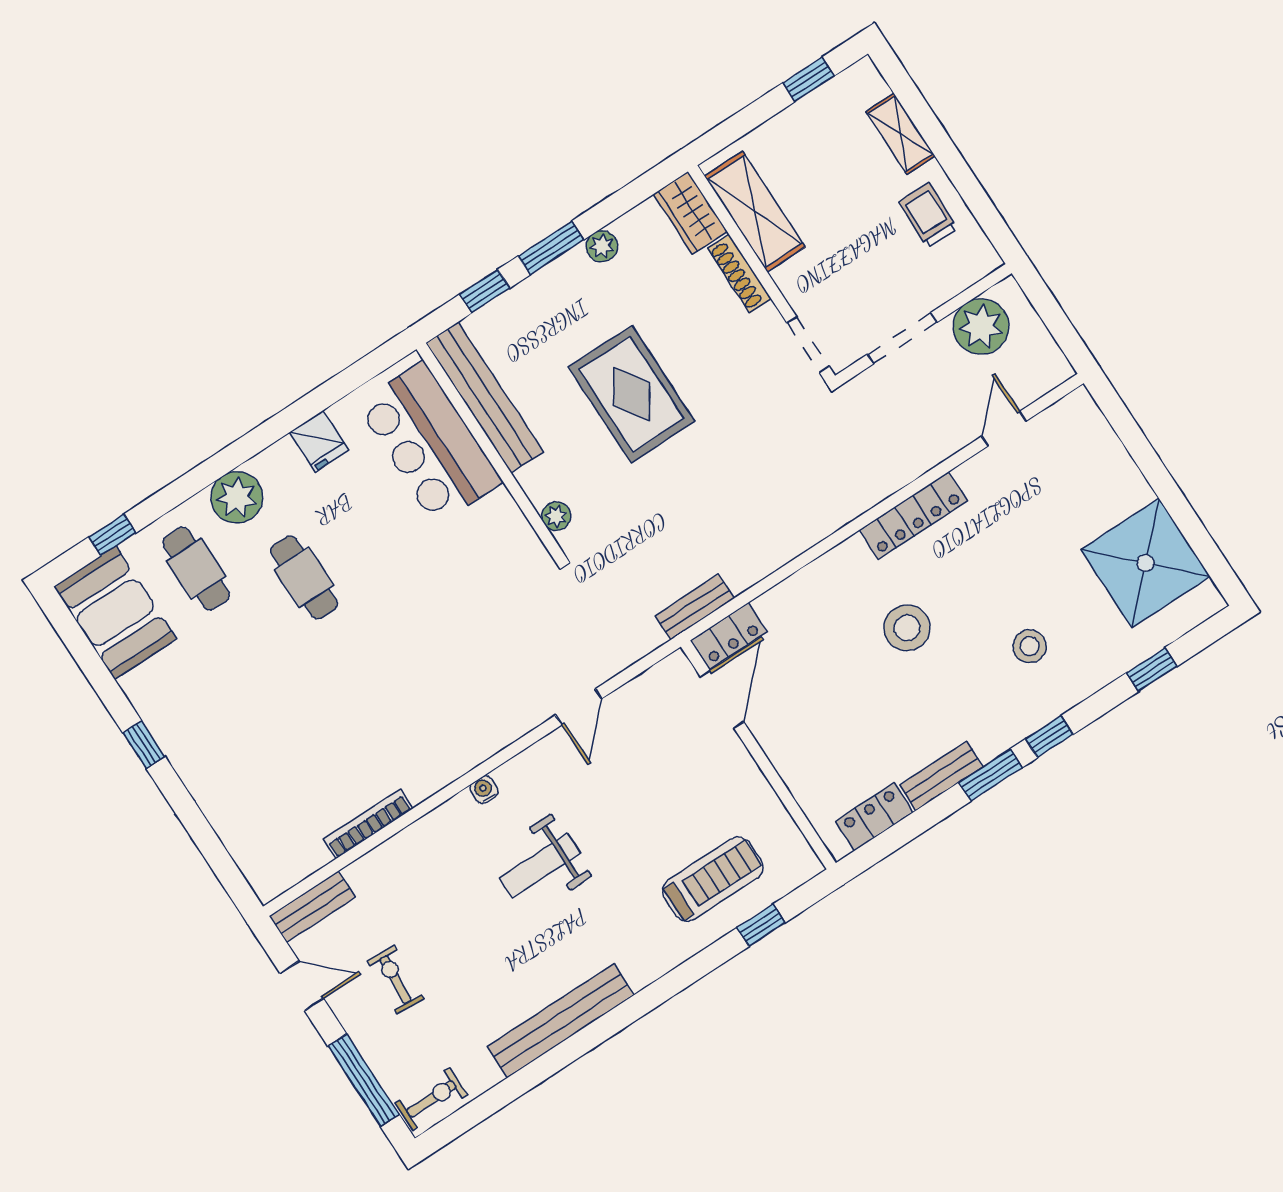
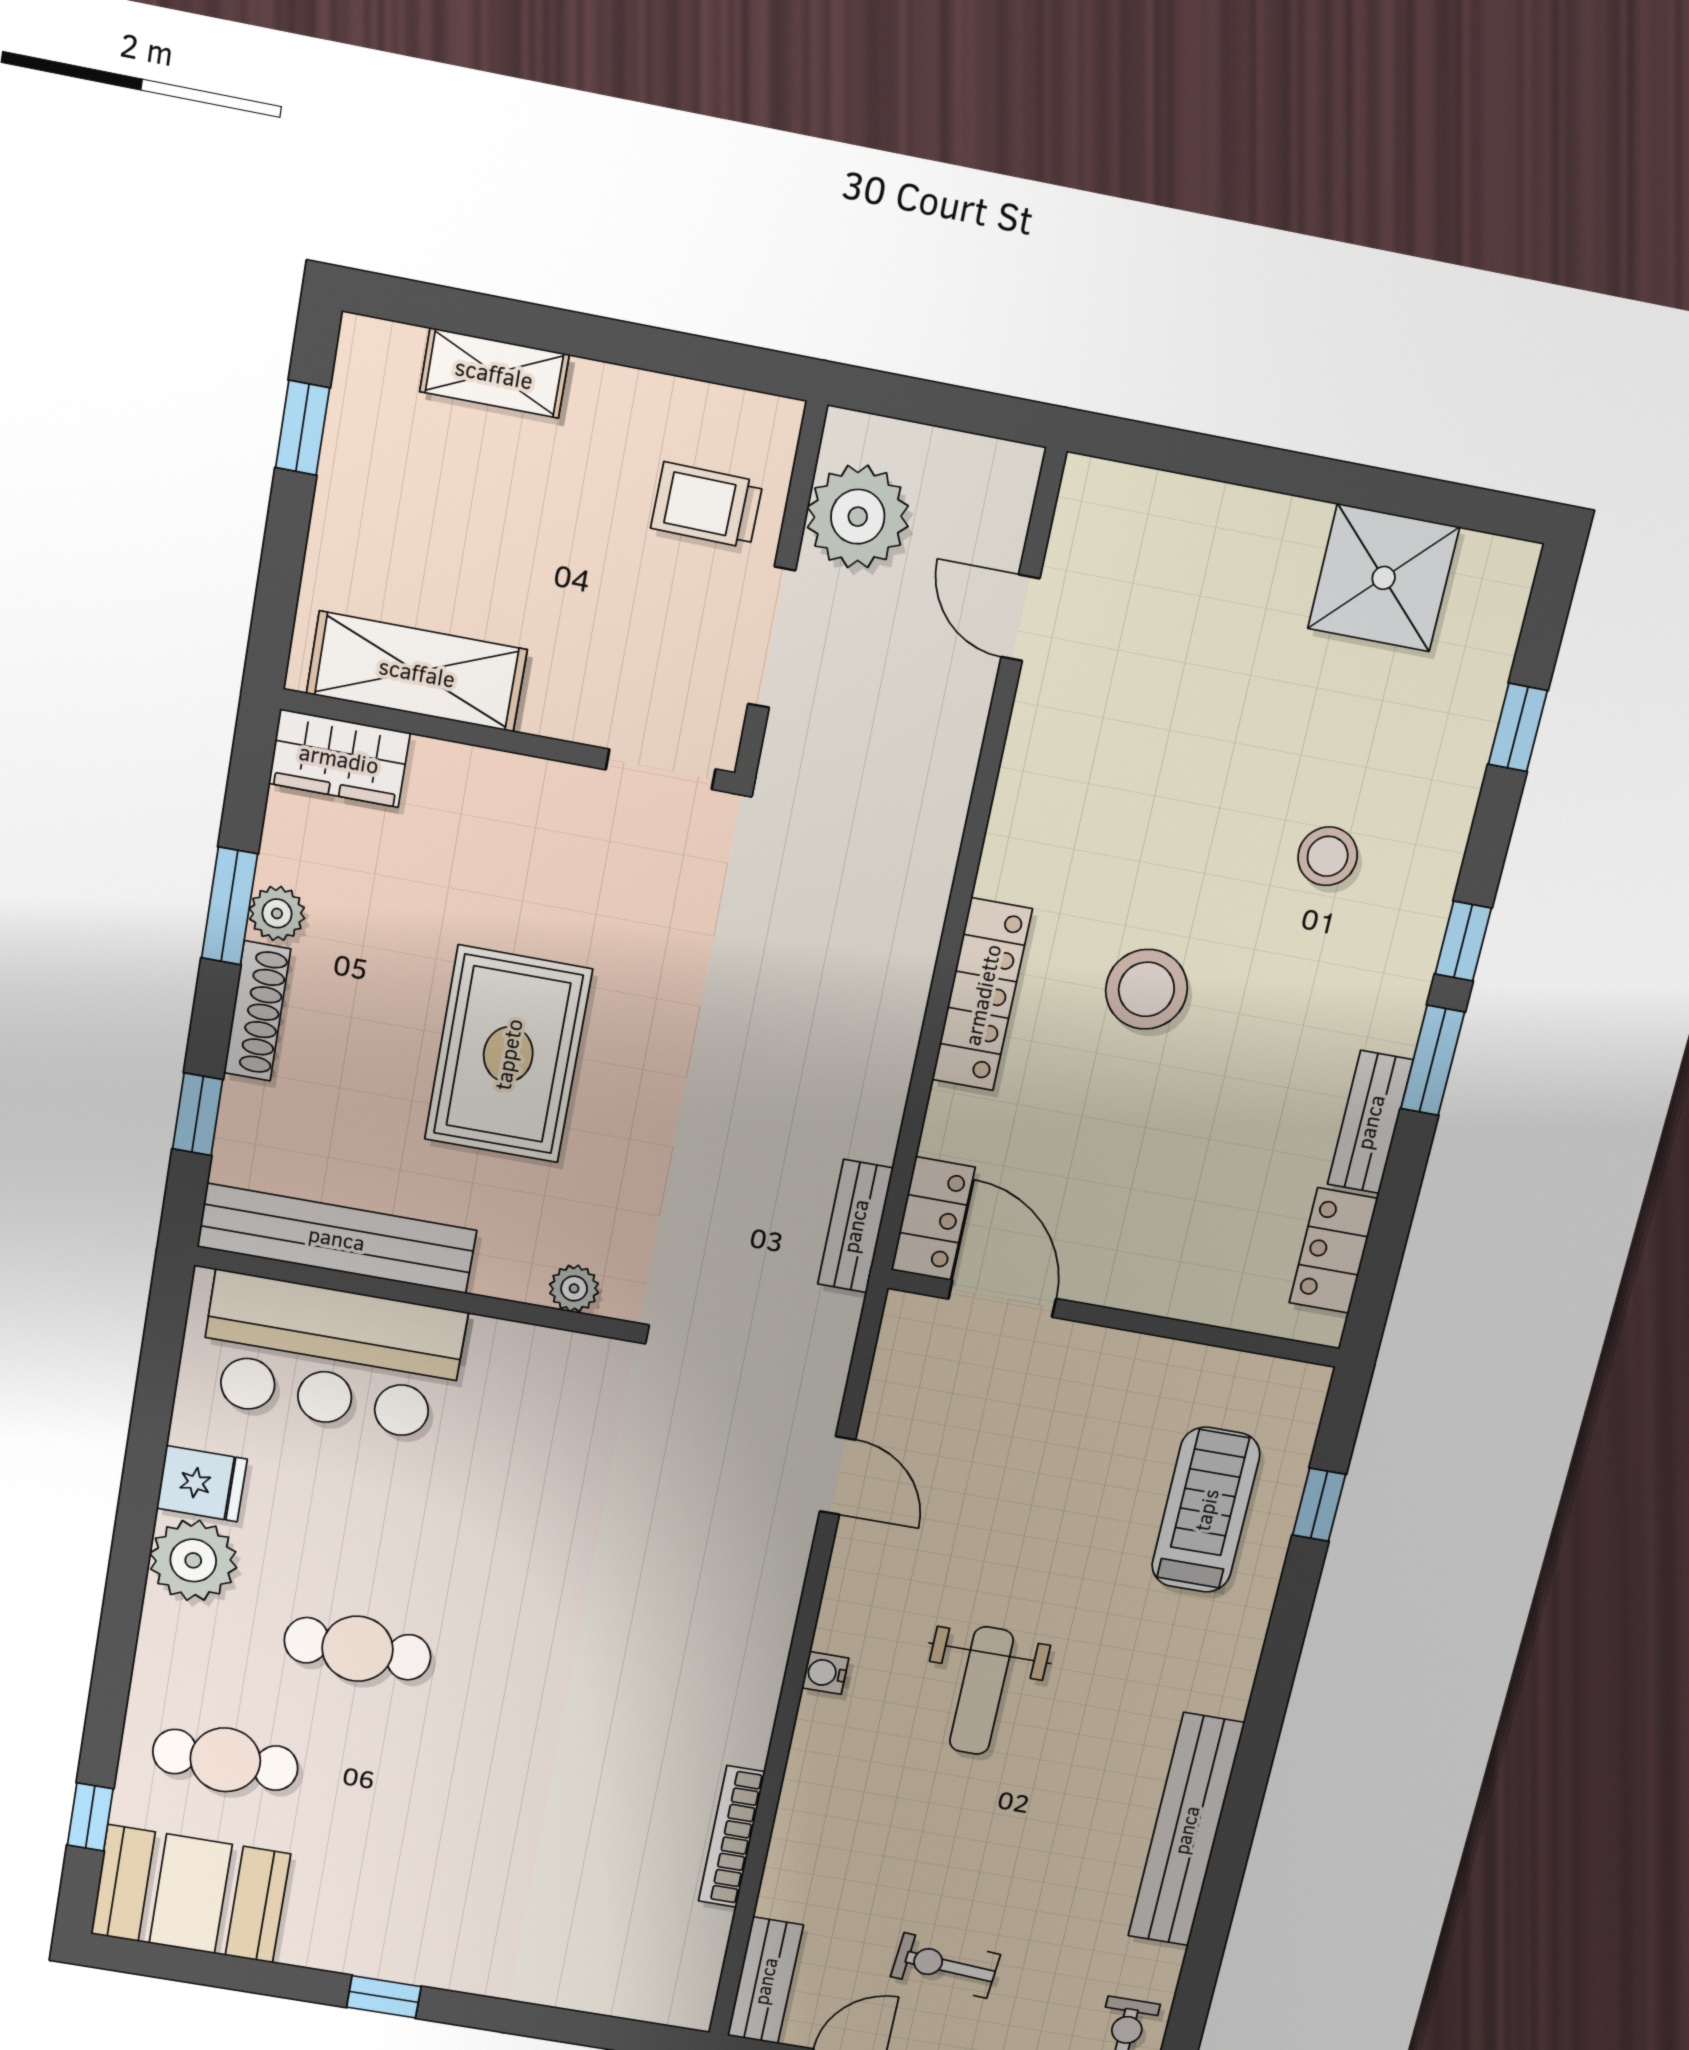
trolley: (928, 215) -> (707, 505), moved
window: (551, 248) -> (229, 906), moved
shoe rack: (739, 274) -> (257, 1011), moved, turned -90
rug: (632, 394) -> (508, 1054), turned 90
plant: (237, 497) -> (193, 1560), moved
locker: (913, 516) -> (982, 995), moved
shower: (1145, 563) -> (1384, 578), width x0.73, depth x0.73

